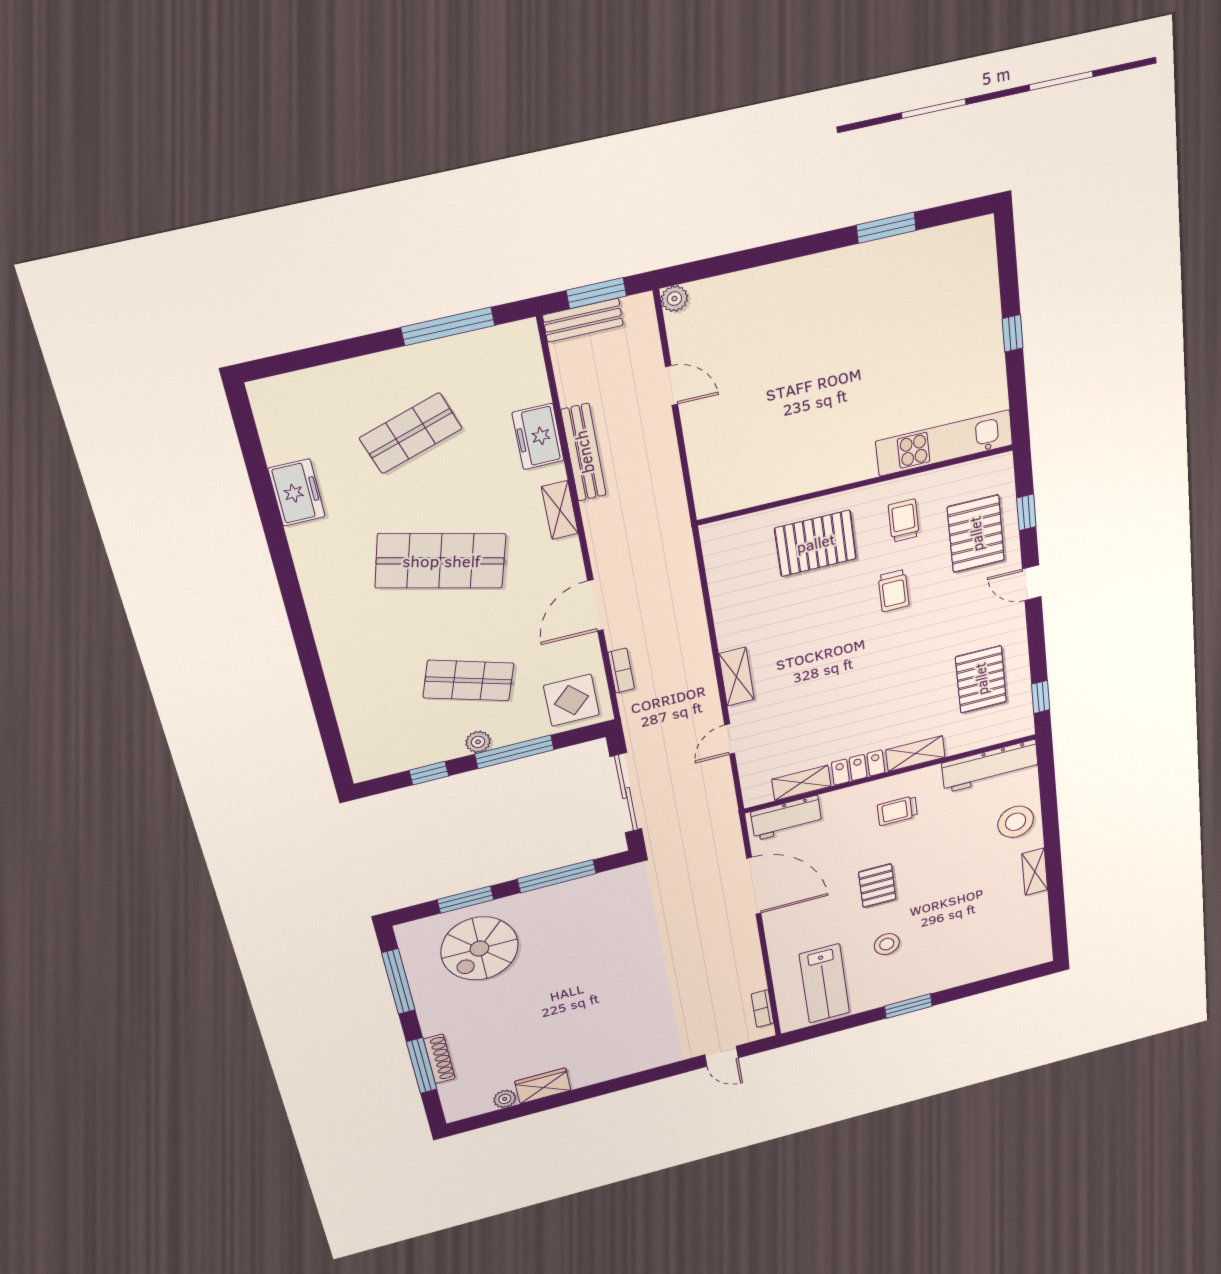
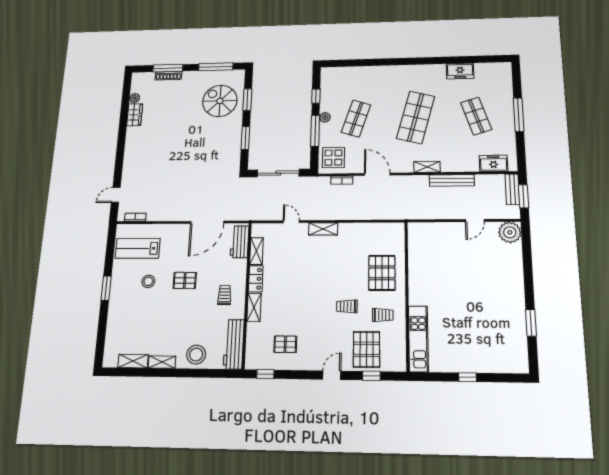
plant: (674, 299) -> (510, 232), width x1.88, depth x1.88
window: (448, 326) -> (519, 115), moved
freezer: (538, 437) -> (493, 163), moved
pallet: (976, 534) -> (366, 349), turned 90
pallet: (981, 679) -> (285, 344), width x0.67, depth x0.71
window: (557, 876) -> (245, 138), width x0.69
shelving: (1037, 917) -> (133, 361), added

